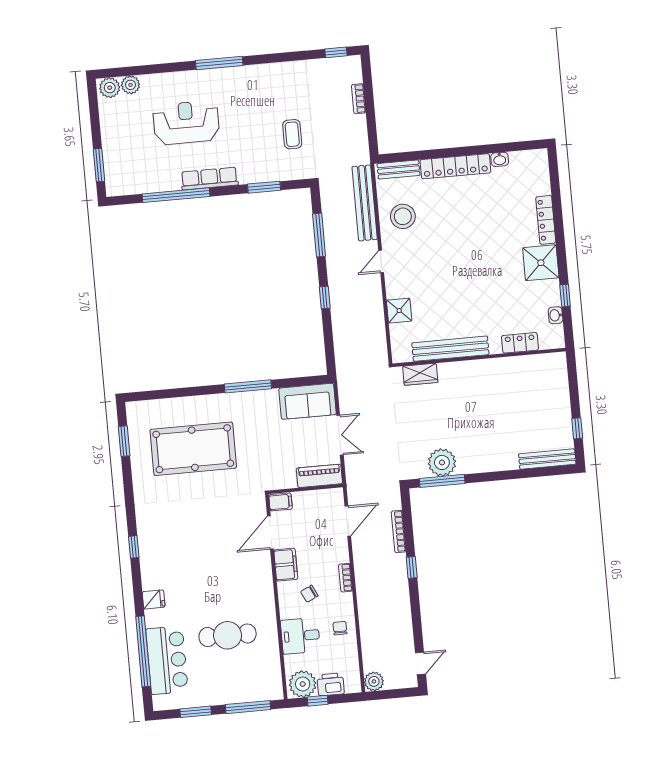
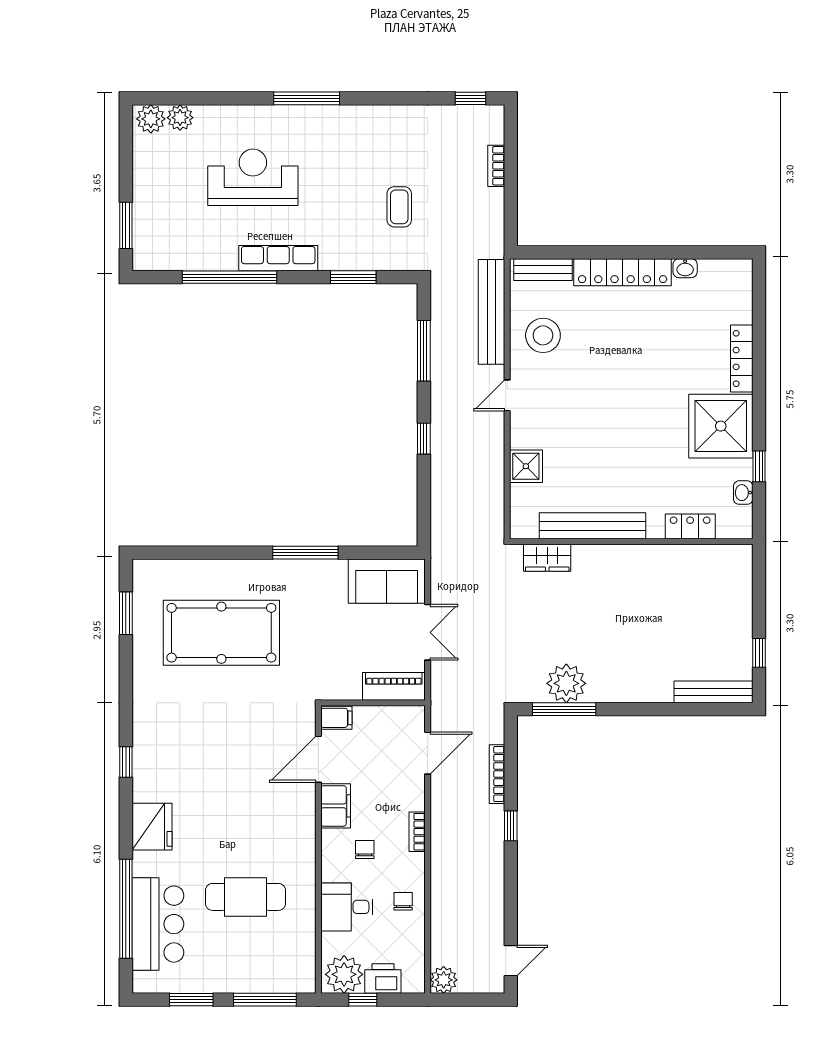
shower: (541, 263) -> (721, 426), width x1.37, depth x1.37
chair: (309, 594) -> (365, 849), turned 116
fridge: (154, 599) -> (152, 827), width x1.88, depth x1.34

